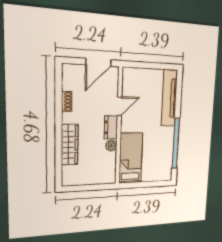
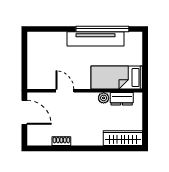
tv unit: (169, 98) -> (96, 39), moved
dresser: (111, 127) -> (122, 99), moved
wardrobe: (70, 145) -> (123, 138), moved

